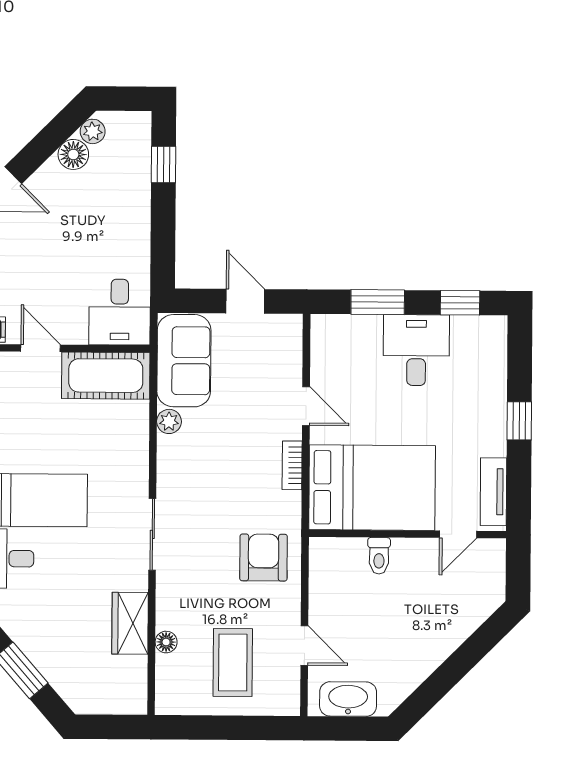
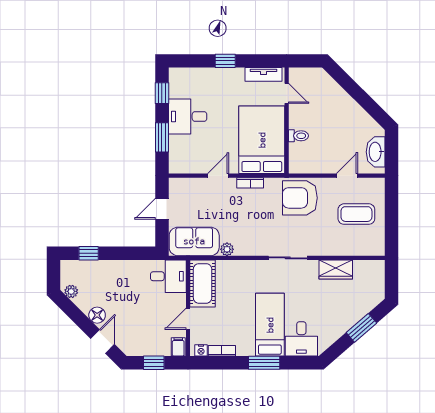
floor lamp: (73, 154) -> (97, 315), moved
armchair: (264, 558) -> (300, 198), width x1.36, depth x1.36
floor lamp: (166, 642) -> (346, 250), removed

